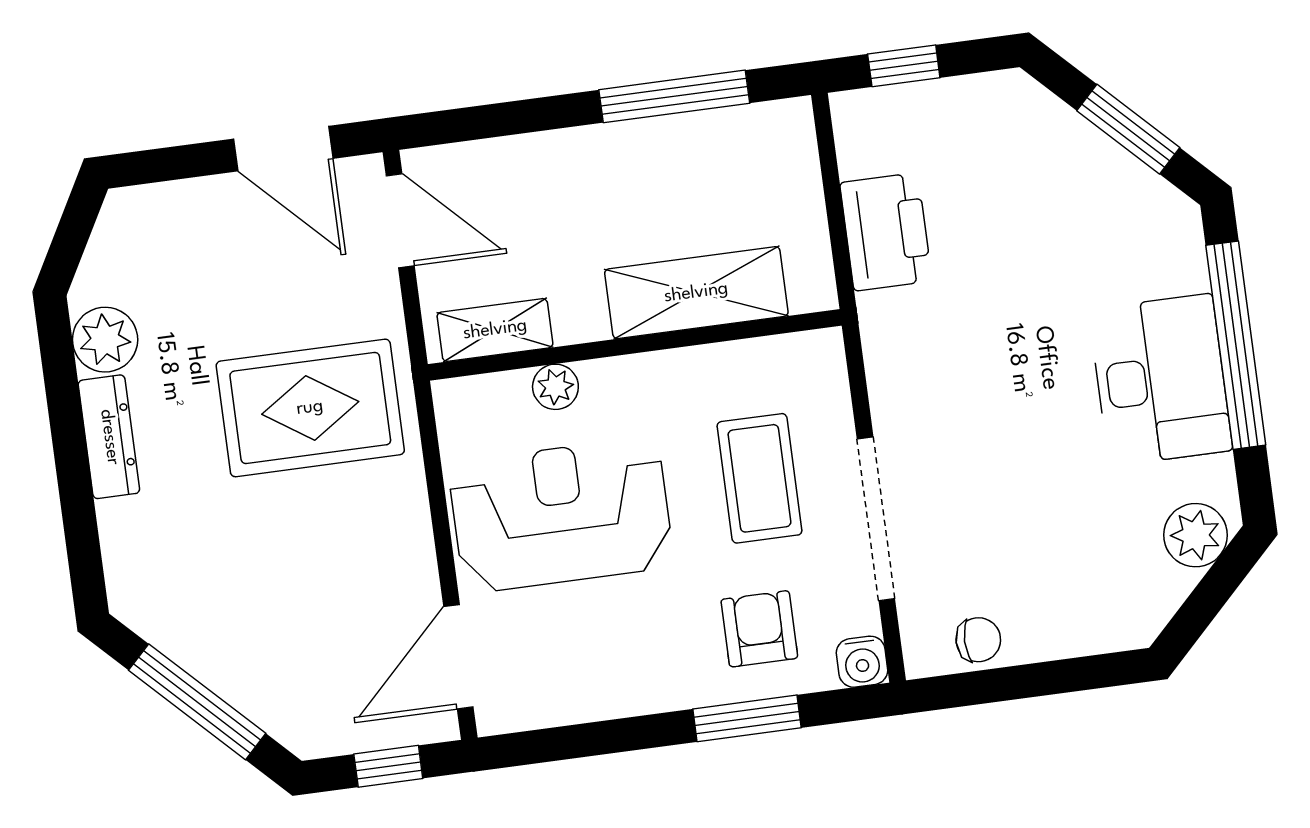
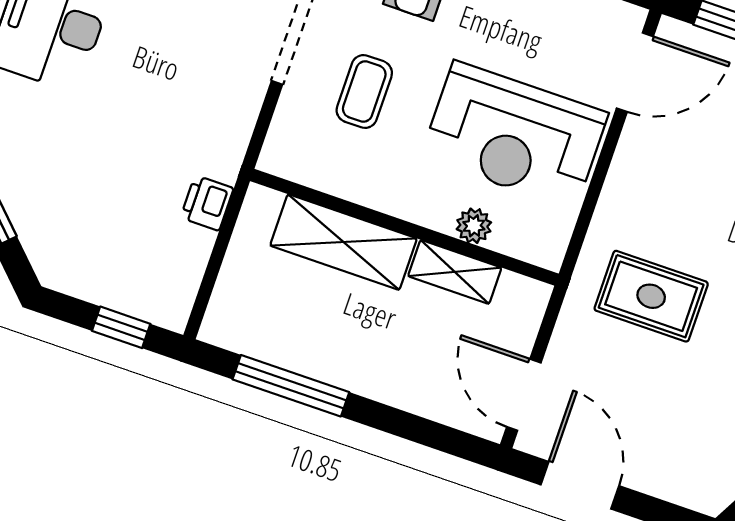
printer: (886, 232) -> (207, 203), width x0.53, depth x0.68
shelving: (495, 330) -> (455, 272), moved
rug: (310, 408) -> (651, 296), width x0.73, depth x0.70
coffee table: (759, 478) -> (364, 92), width x0.73, depth x0.77

